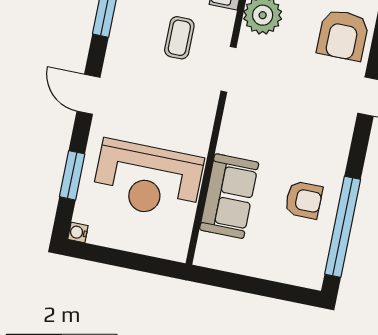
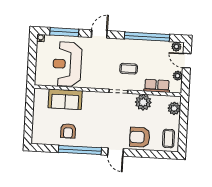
window: (72, 175) -> (64, 32), width x1.44
window: (343, 227) -> (80, 150), moved

